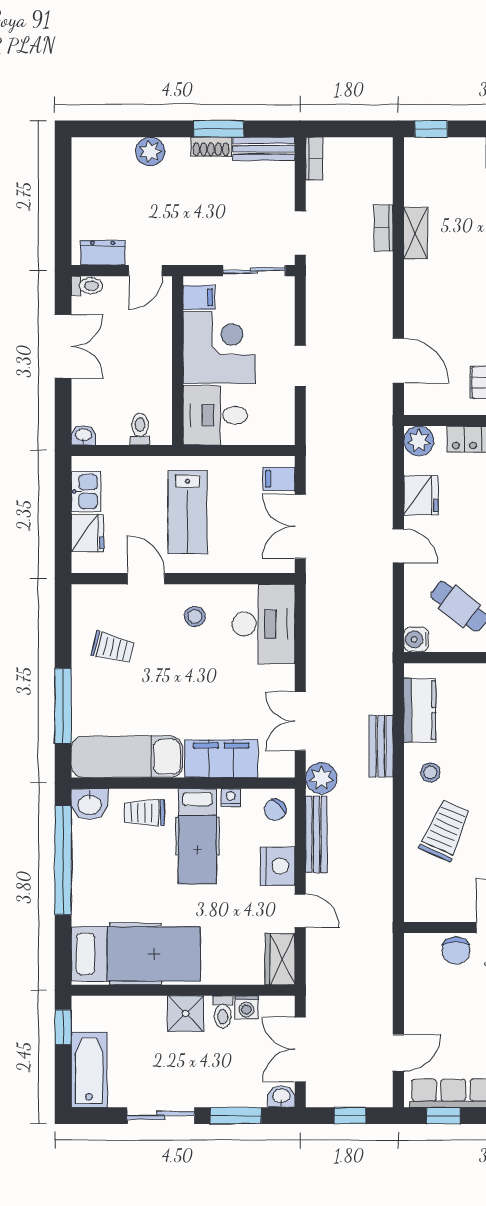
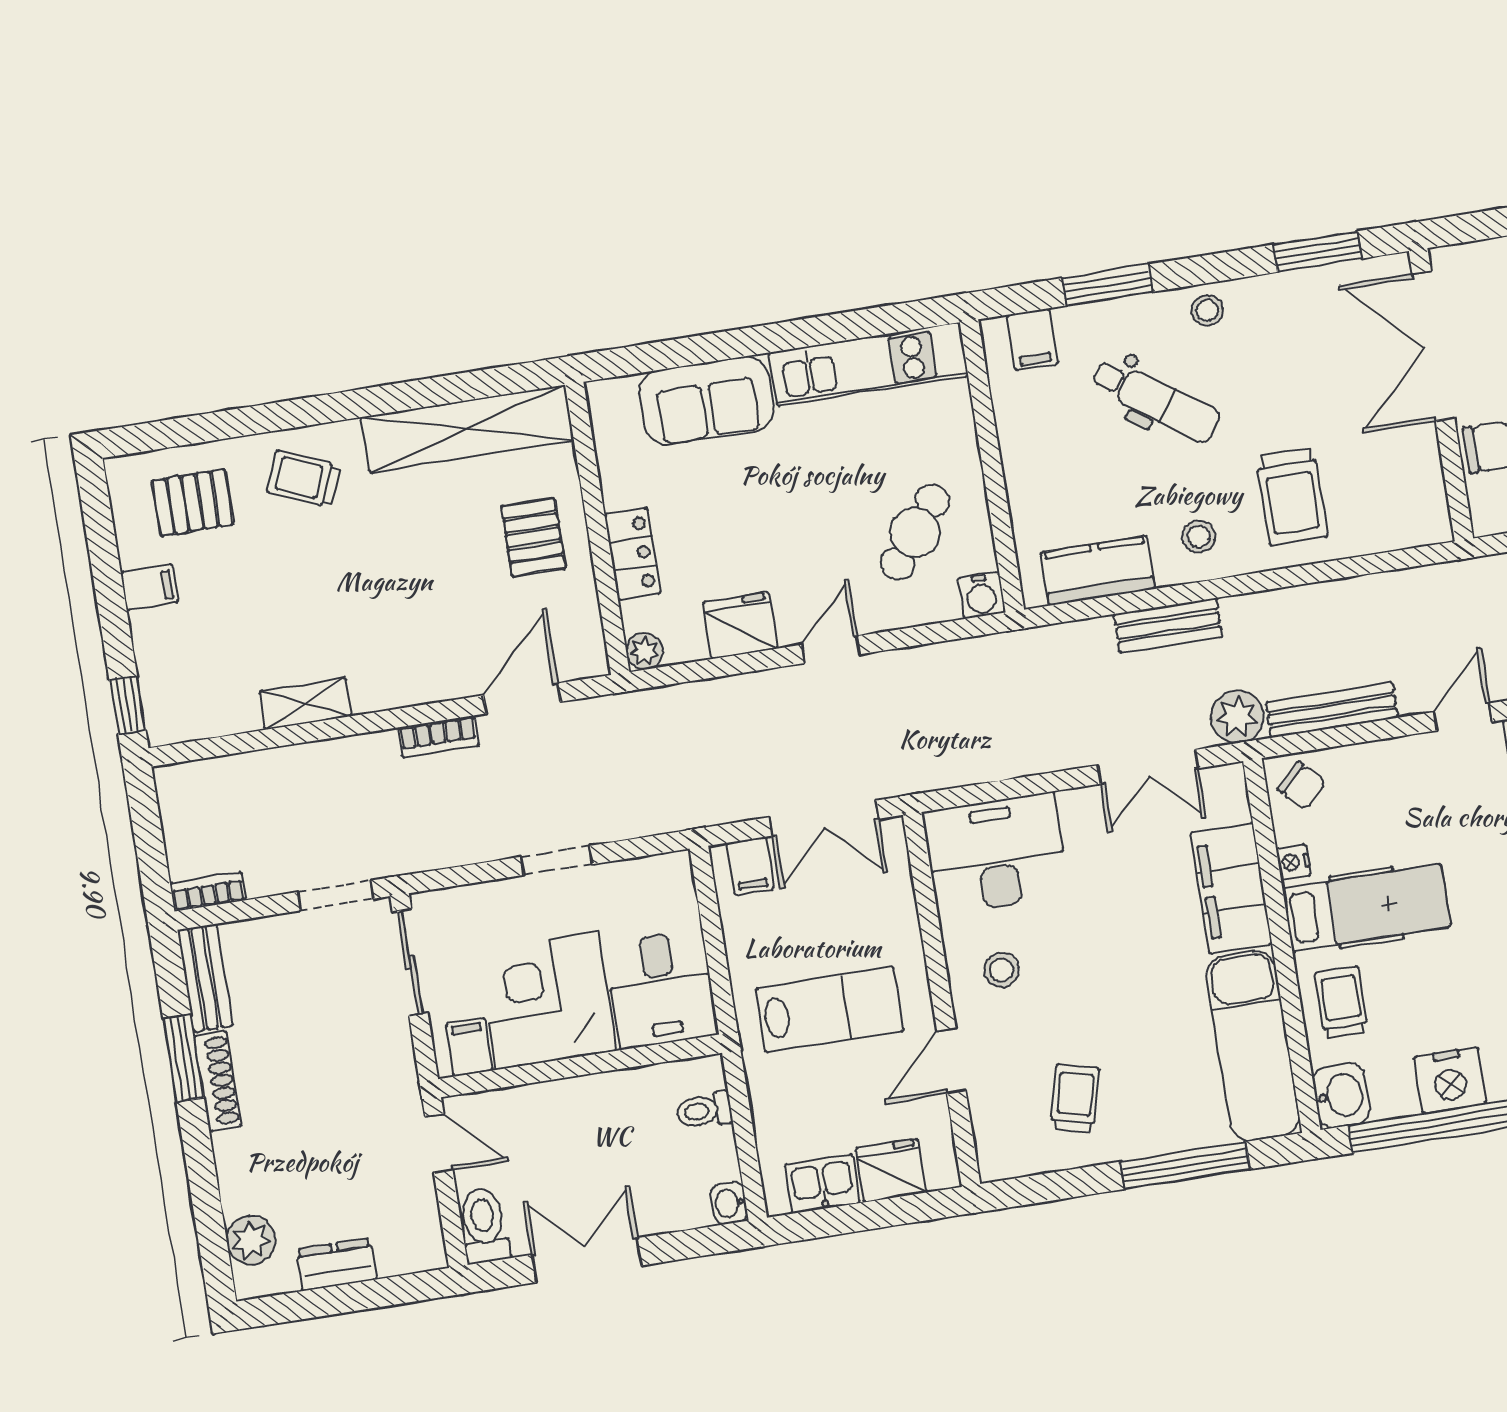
shoe rack: (211, 147) -> (218, 1081), width x1.43
plant: (150, 151) -> (251, 1240), moved
bookcase: (384, 228) -> (438, 737), moved
dresser: (103, 253) -> (337, 1265), moved, turned 90
toilet: (87, 286) -> (484, 1225), width x1.37, depth x1.39
plant: (419, 441) -> (645, 651), width x0.73, depth x0.73
trolley: (144, 813) -> (1341, 1002), turned 180
trolley: (445, 831) -> (1292, 497), turned -114
nightstand: (278, 866) -> (1450, 1080), moved, turned 180

